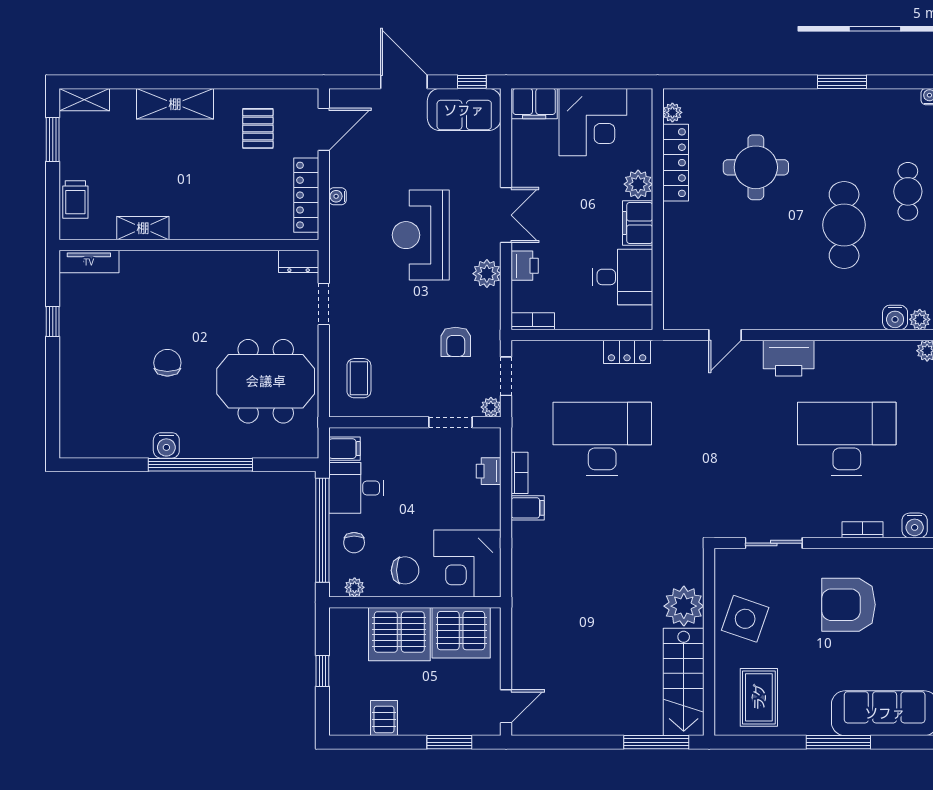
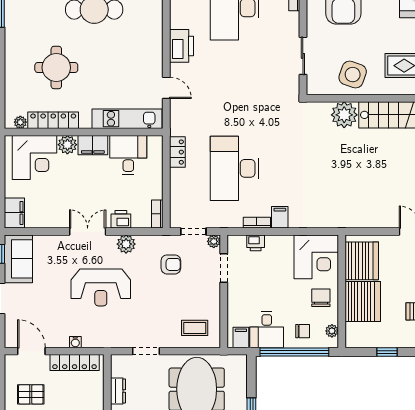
corner desk: (593, 122) -> (34, 157), moved, turned 90
dresser: (299, 261) -> (118, 391), moved
kitchen unit: (678, 275) -> (127, 119), added

